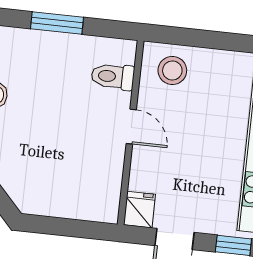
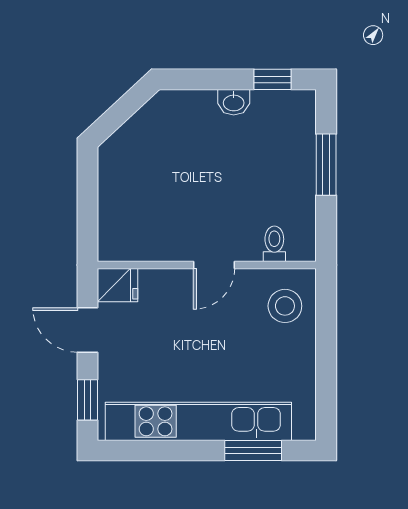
toilet: (113, 77) -> (274, 244), width x0.73, depth x0.72

